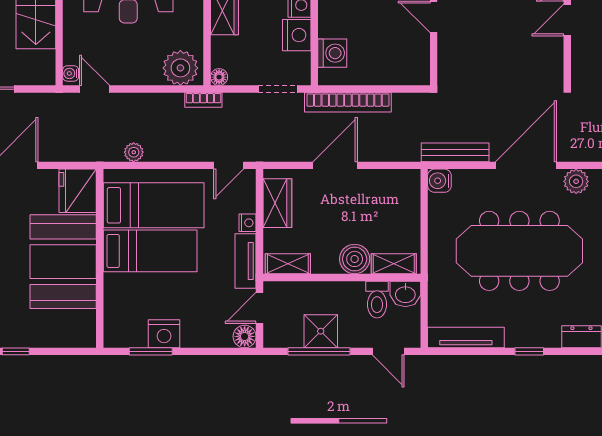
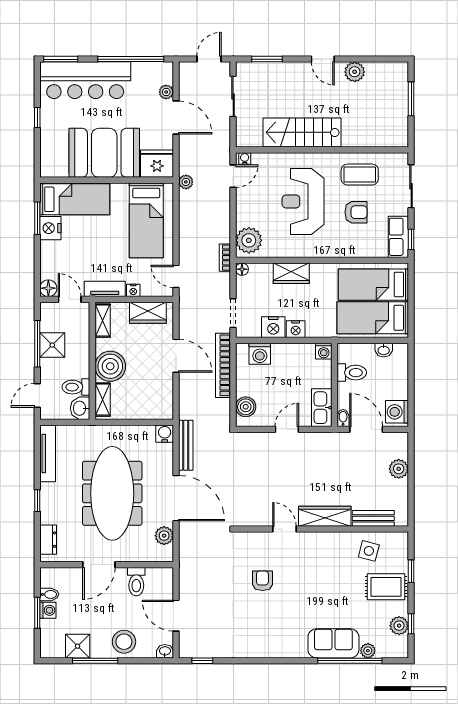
boiler: (403, 72) -> (246, 407), added
plant: (134, 152) -> (186, 182), moved
bed: (150, 251) -> (75, 199), moved, turned -90
boiler: (355, 259) -> (110, 366), width x1.37, depth x1.37

